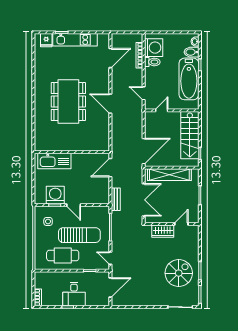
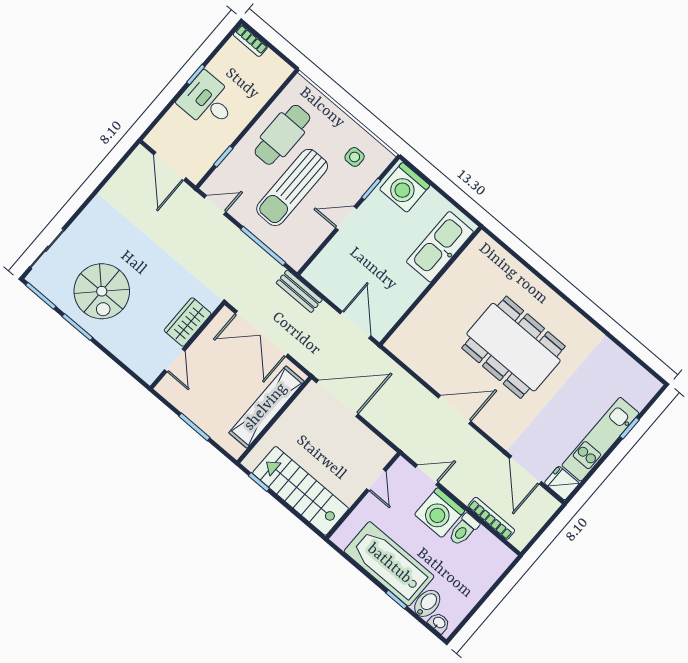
fridge: (46, 40) -> (562, 483), moved
washing machine: (154, 48) -> (440, 513), moved
door: (144, 151) -> (337, 398), swing flipped
washing machine: (55, 195) -> (405, 187), moved, turned 90

